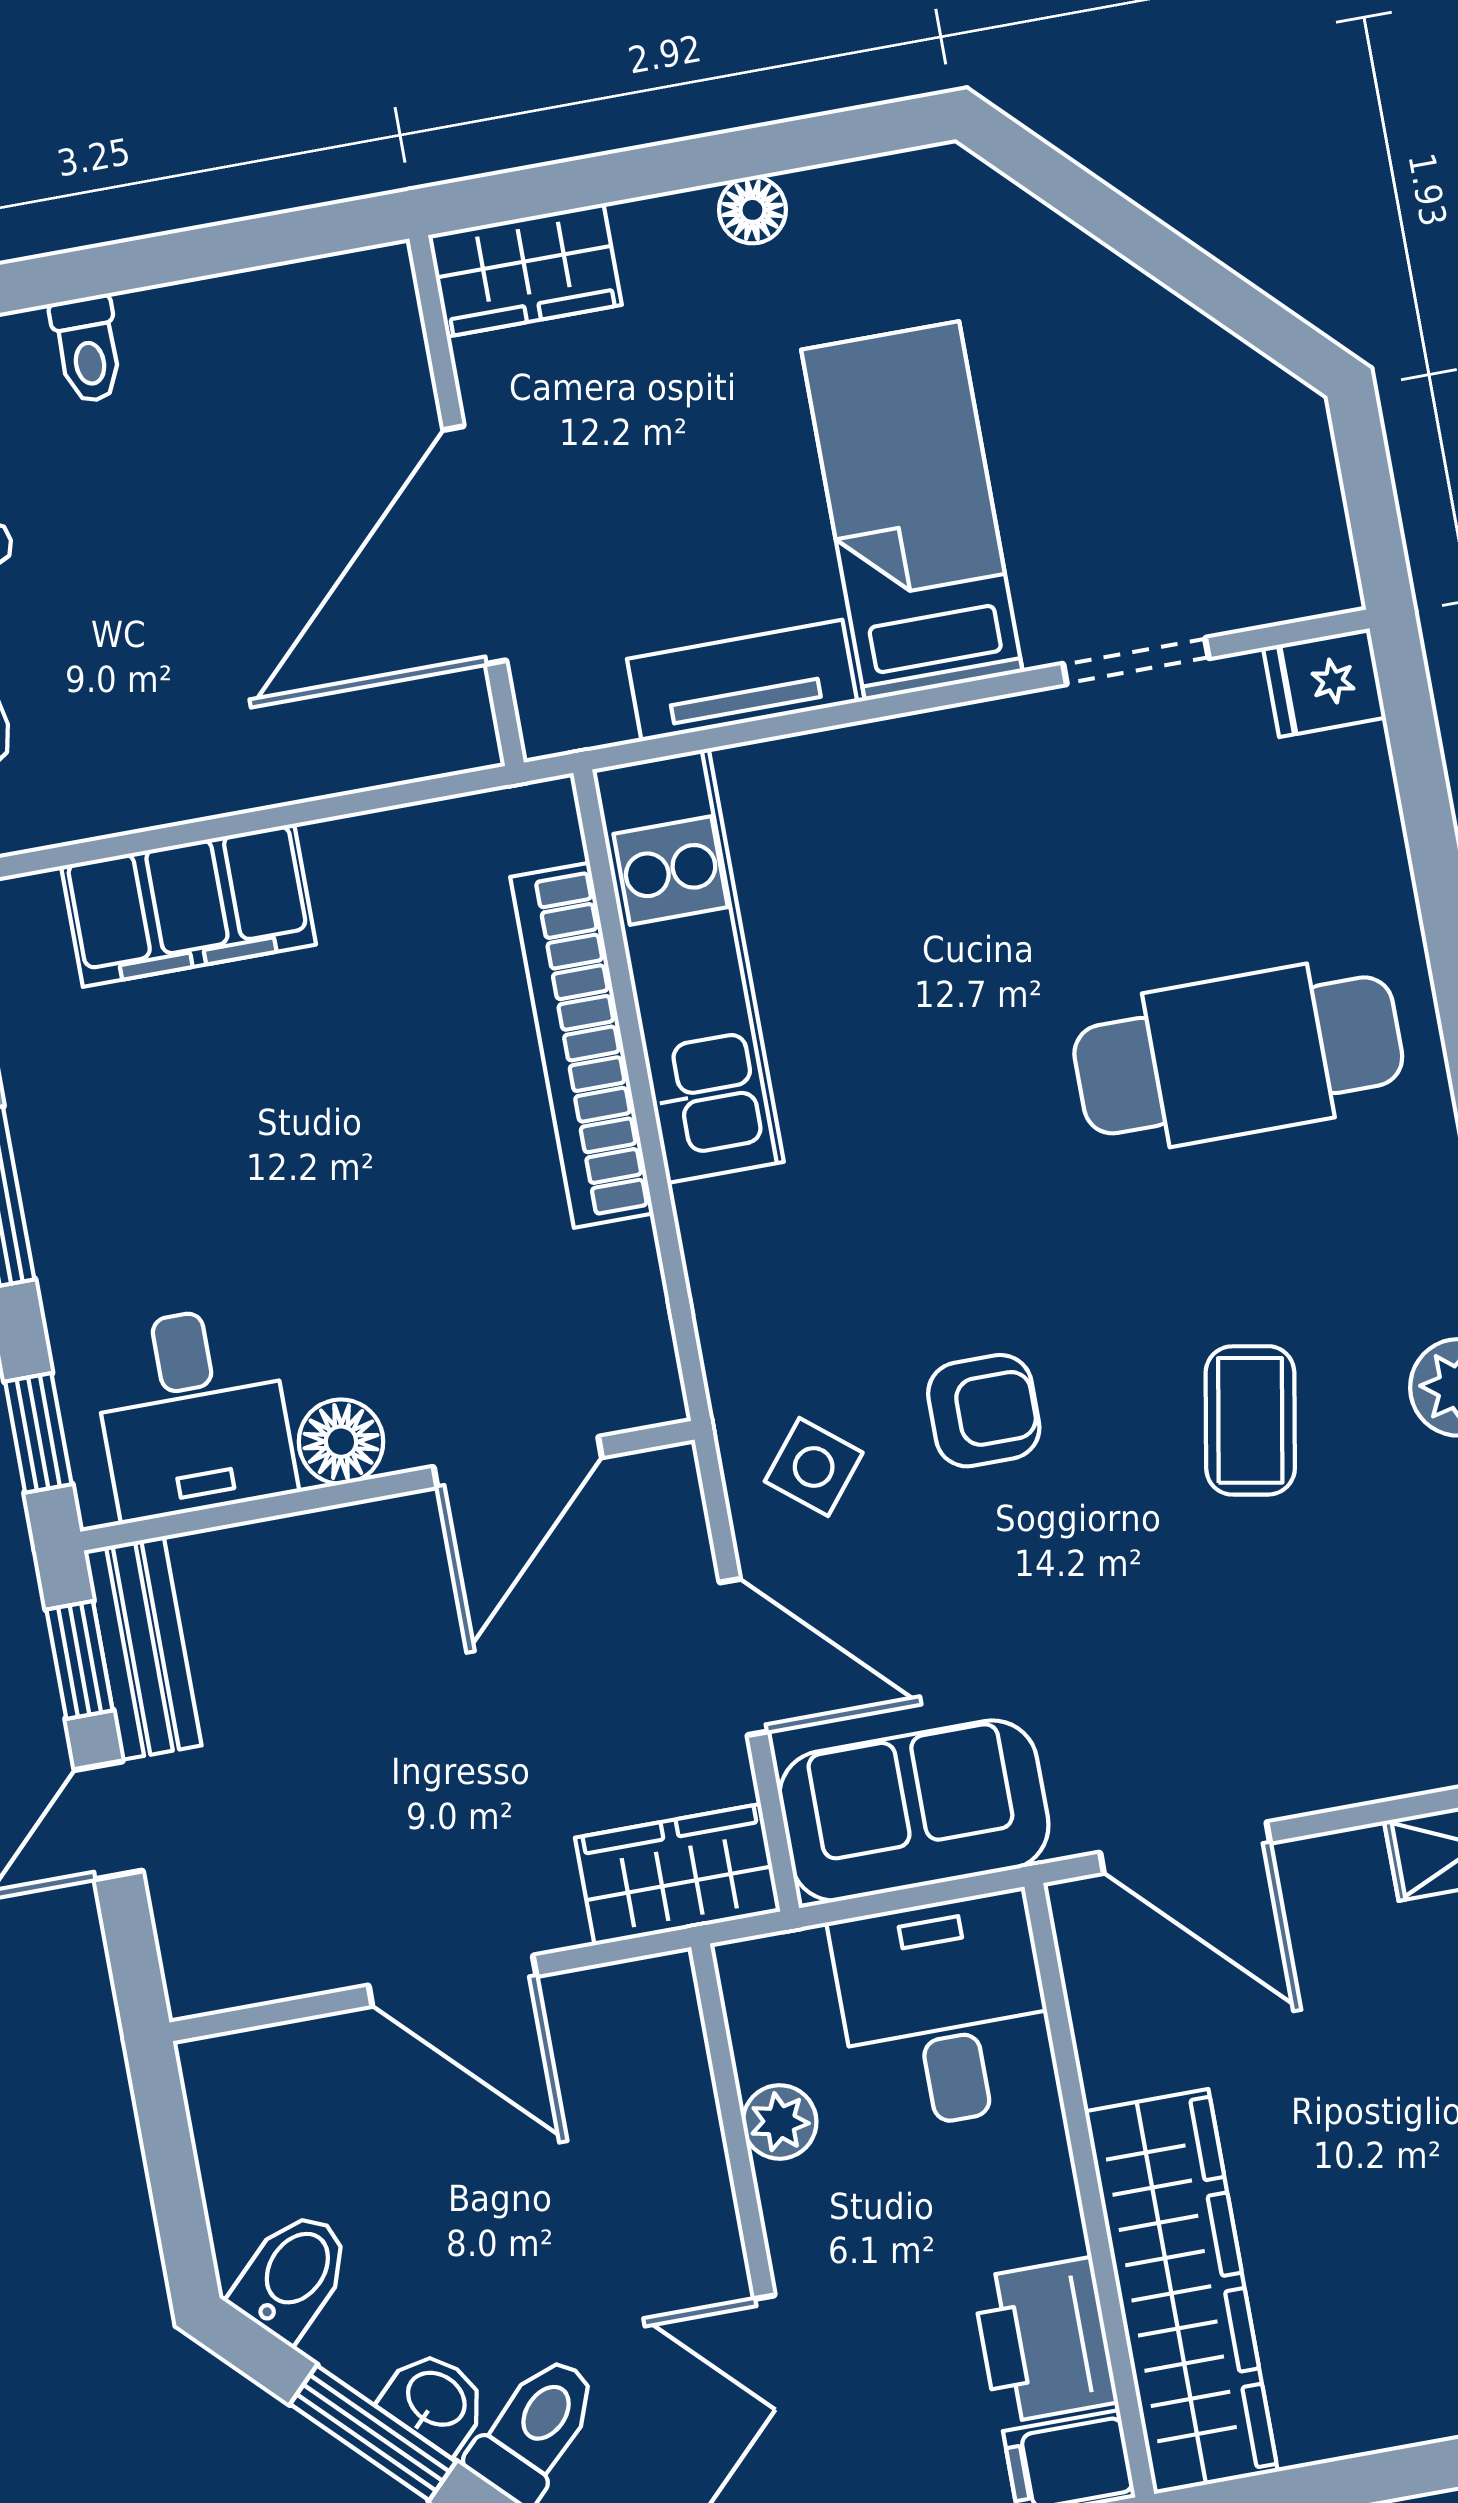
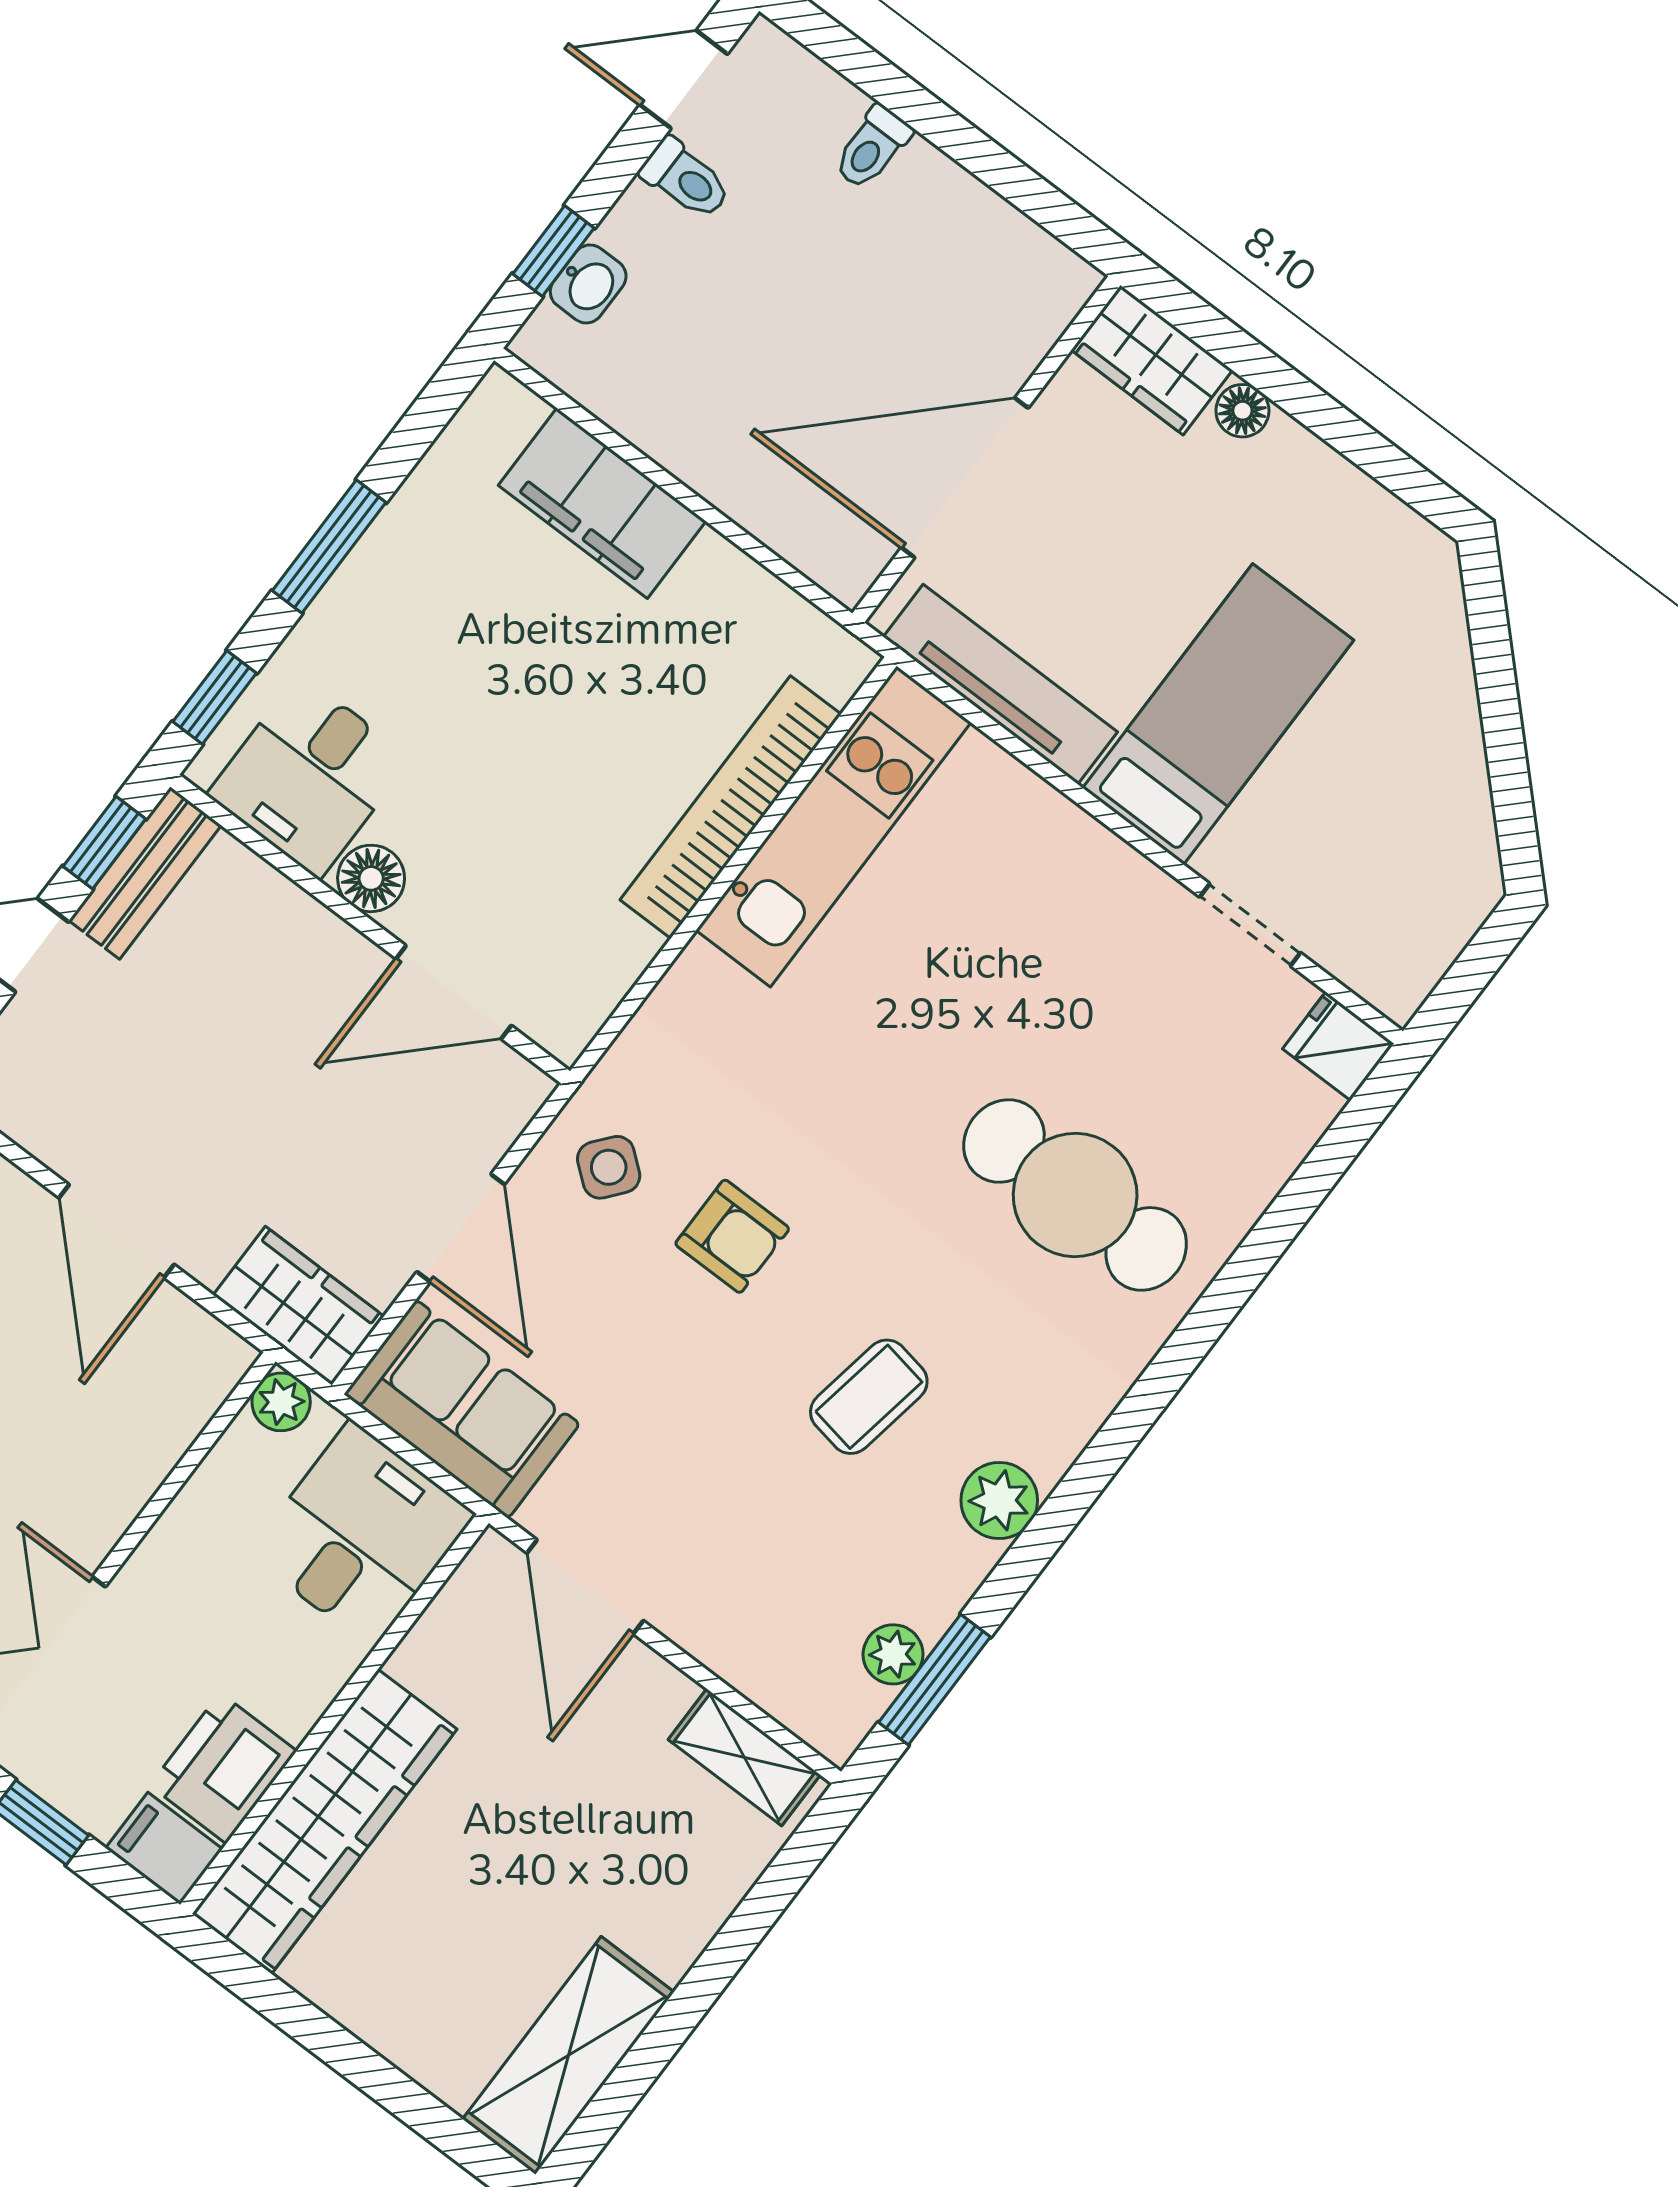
floor lamp: (752, 210) -> (1242, 411), moved
tv unit: (742, 681) -> (1000, 684), width x1.41
plant: (780, 2122) -> (281, 1402), moved

